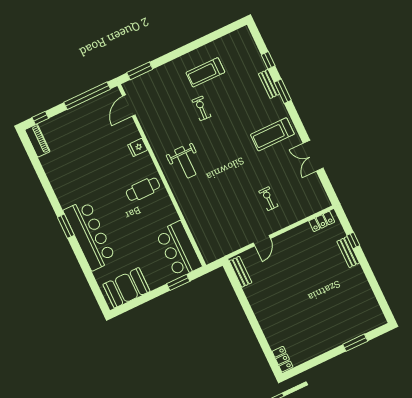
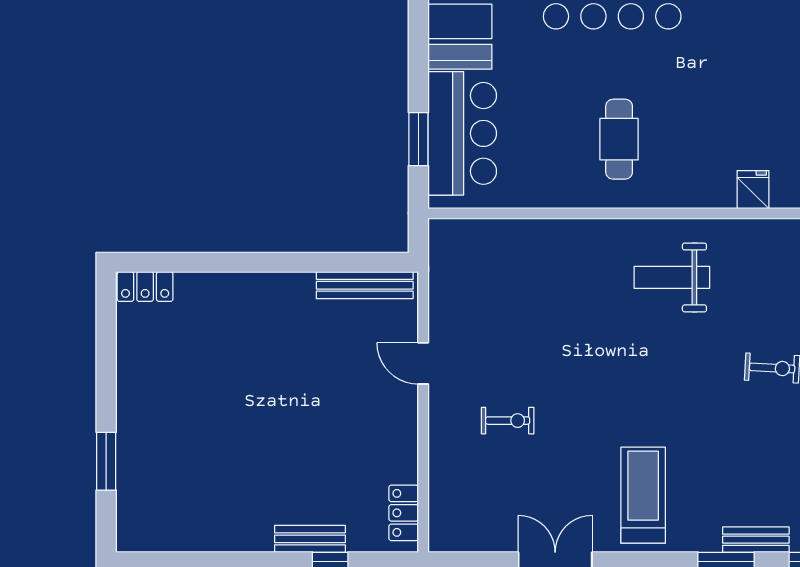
cafe table: (143, 189) -> (619, 139), moved
bar counter: (179, 249) -> (462, 133), moved, turned 90
bench: (241, 272) -> (365, 285), width x1.36

